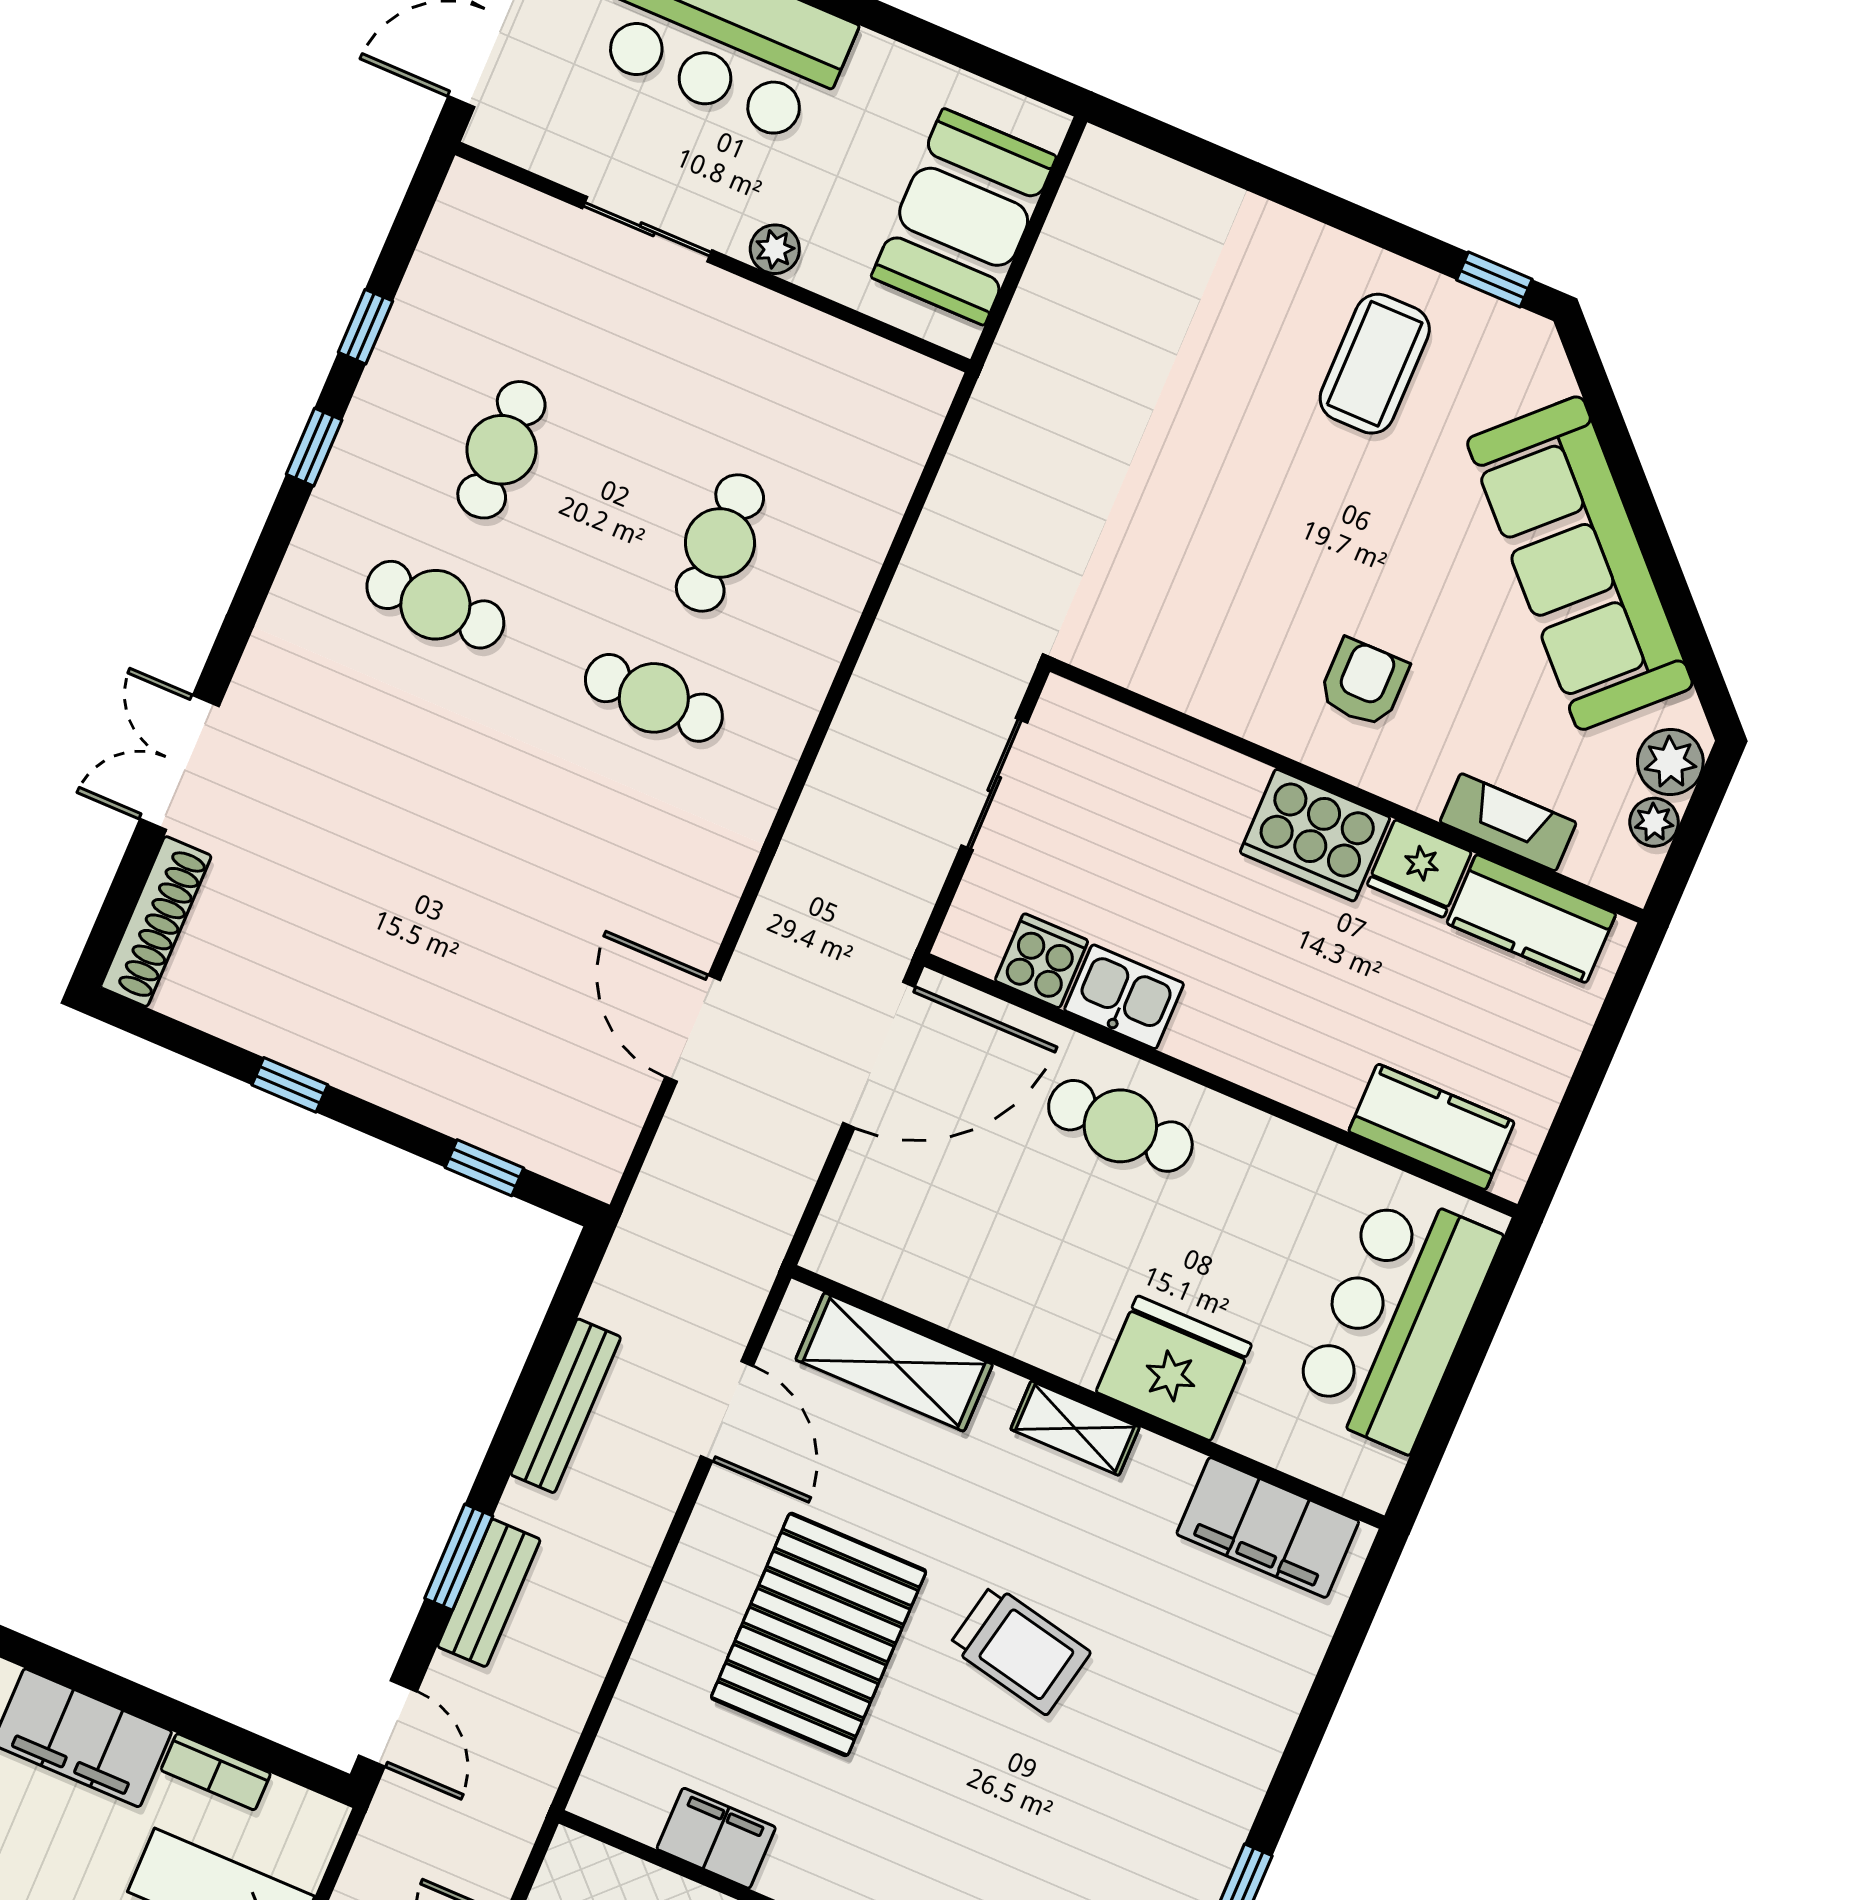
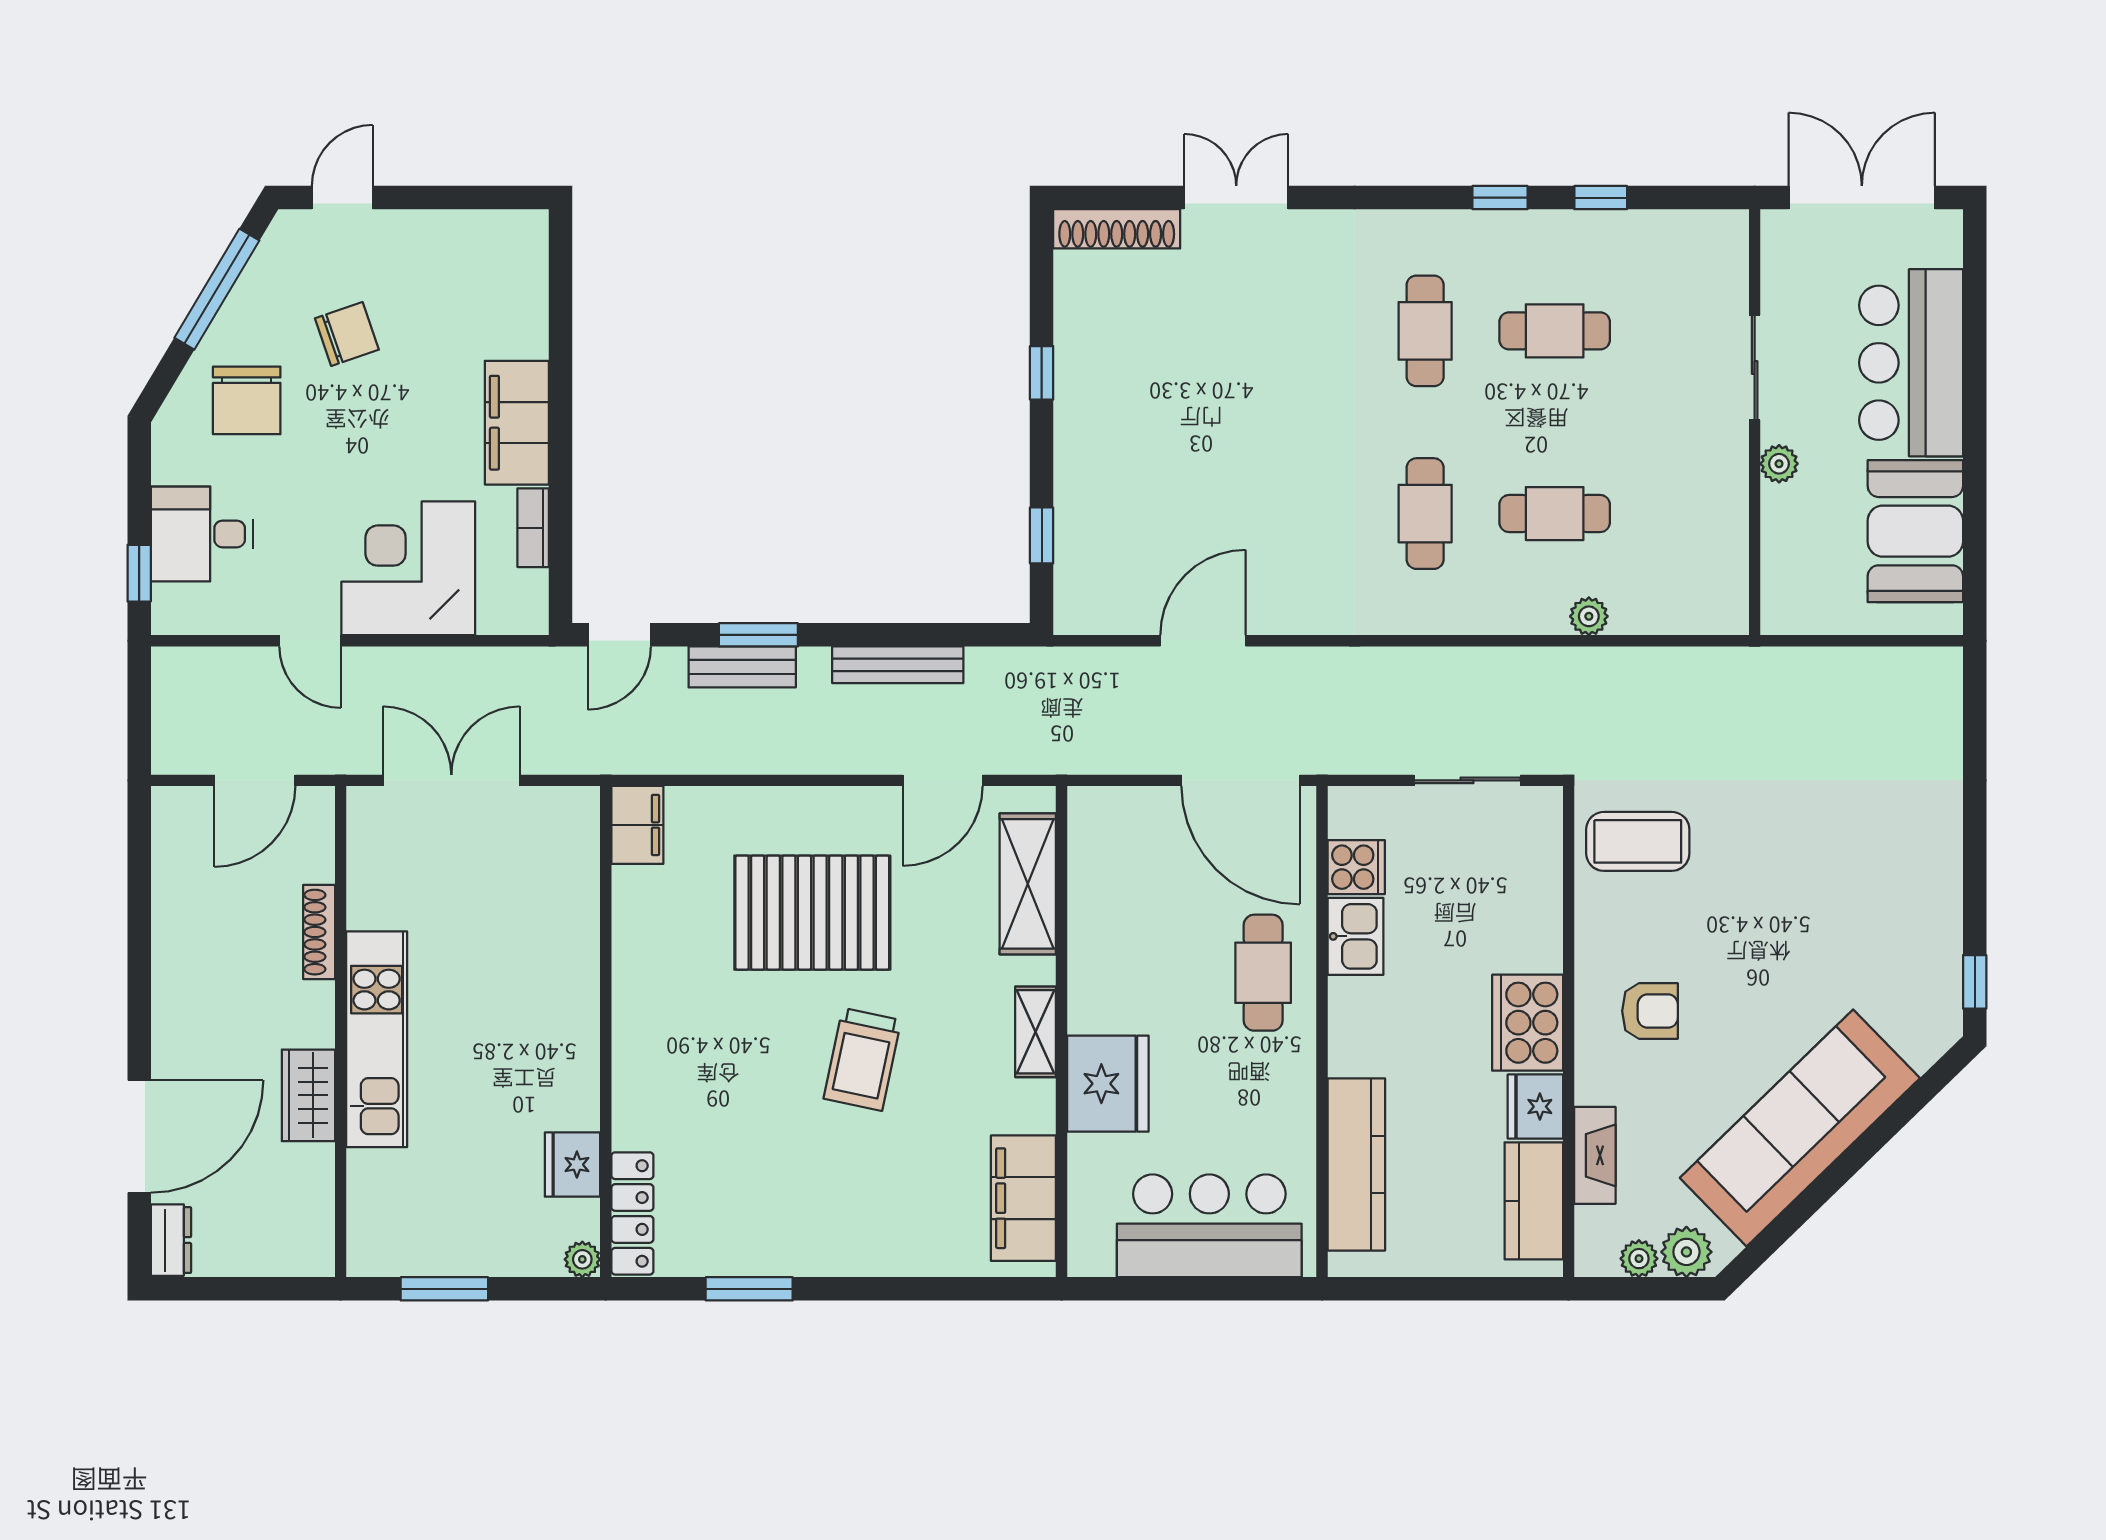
booth: (964, 217) -> (1915, 531), moved, turned 90
coffee table: (1375, 364) -> (1638, 841), moved
plant: (860, 554) -> (1589, 616), added
kitchen counter: (1432, 1127) -> (1356, 1164), width x1.50
filing cabinet: (716, 1838) -> (637, 825), moved

